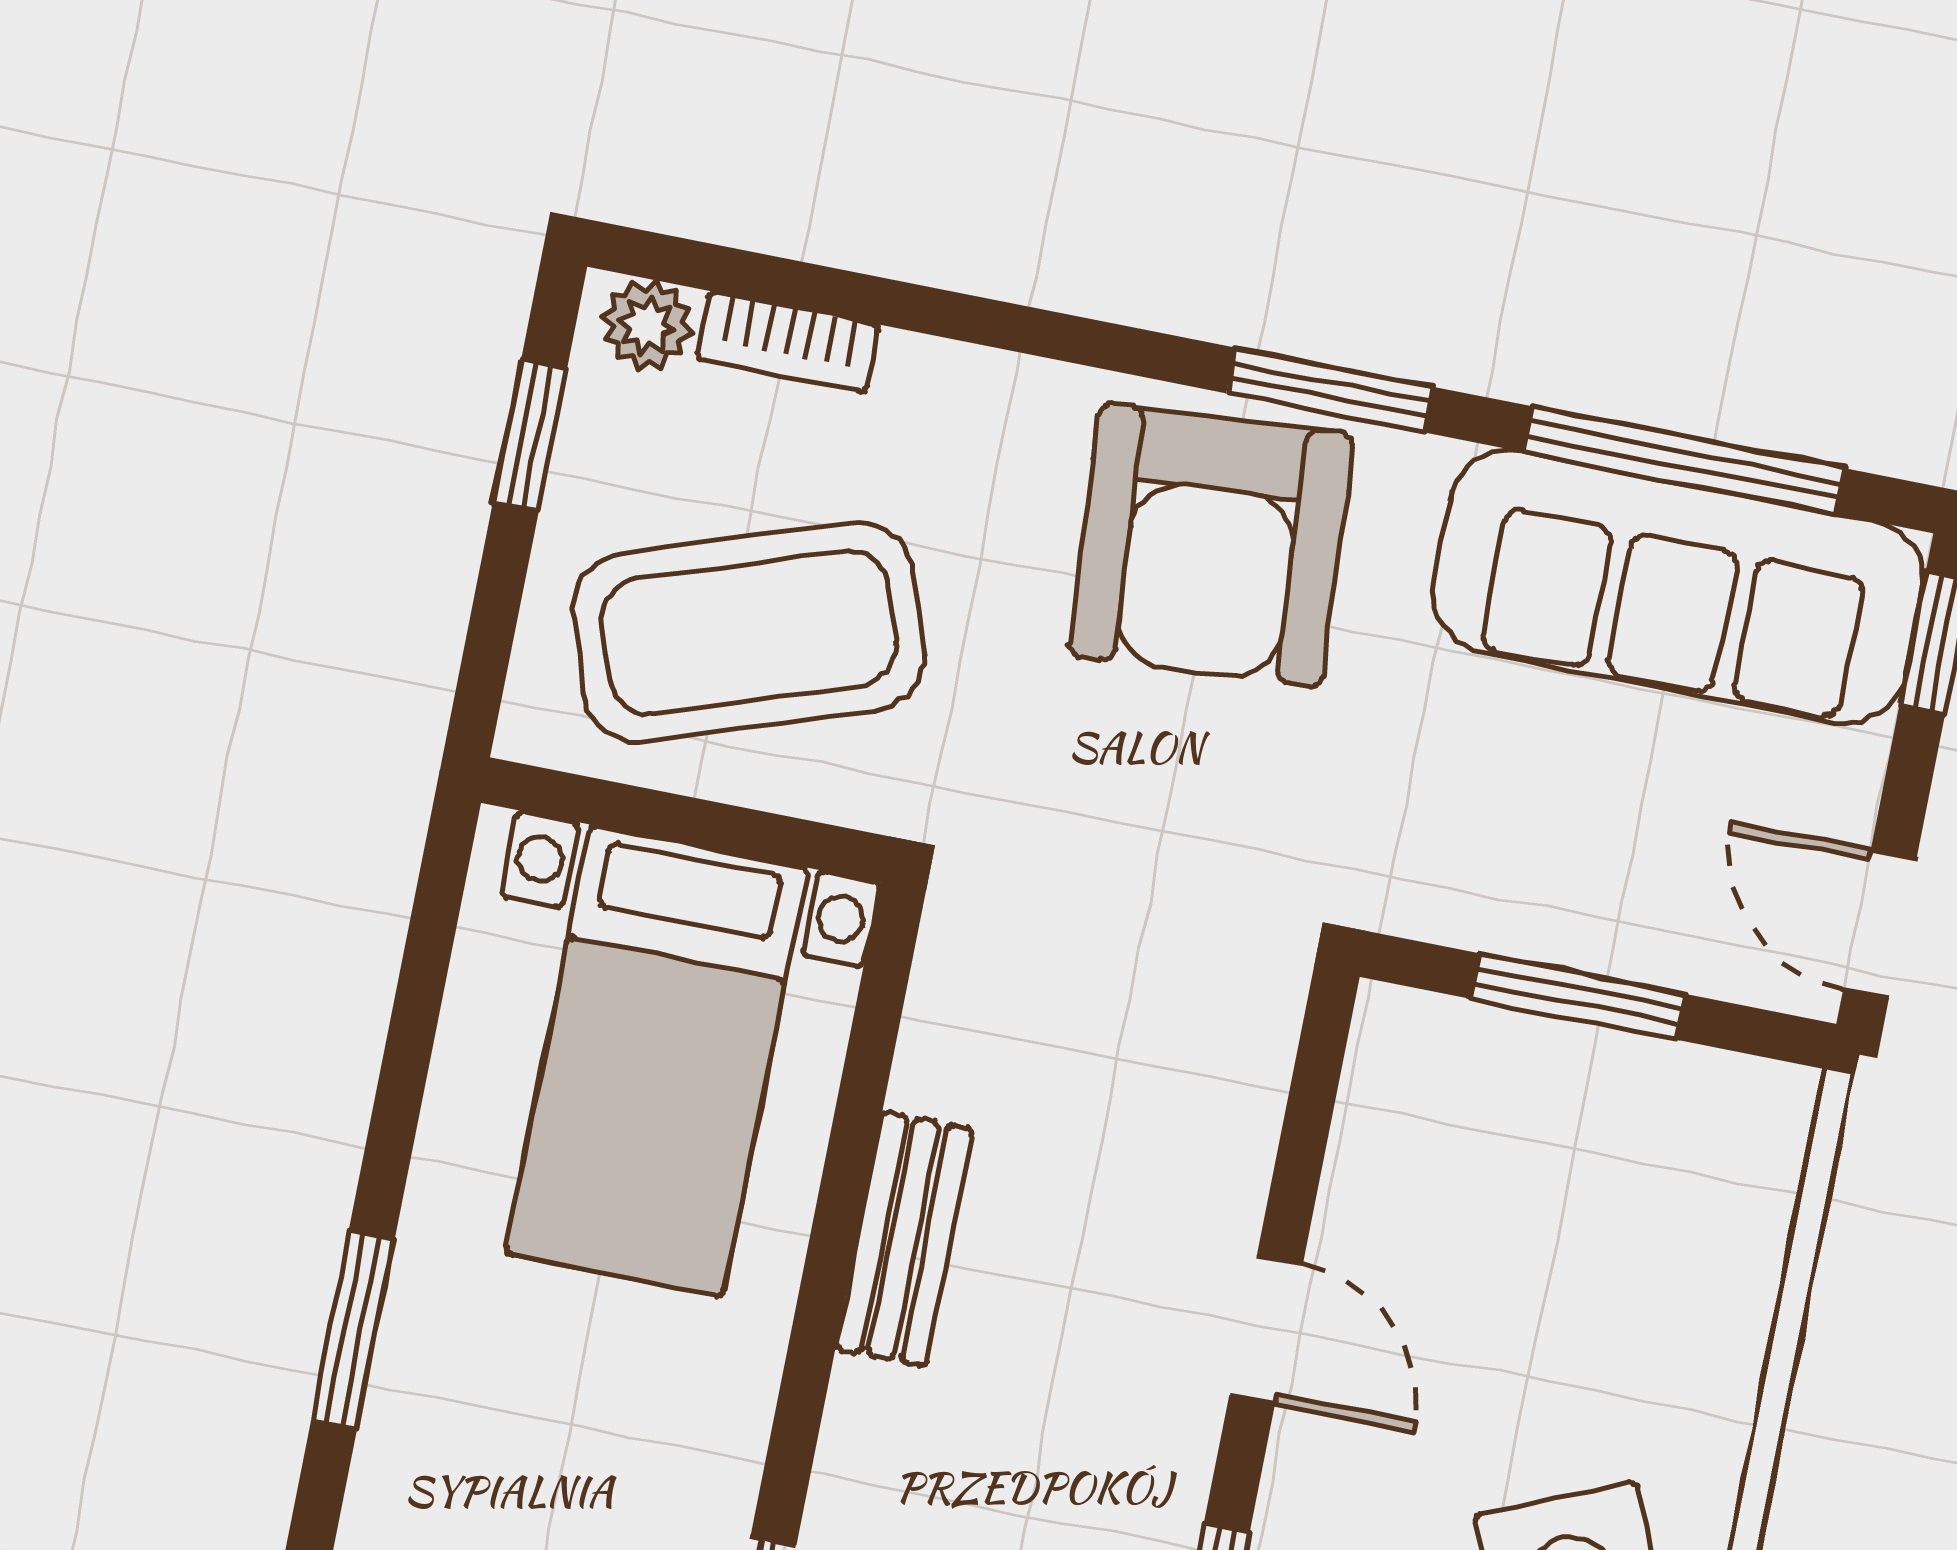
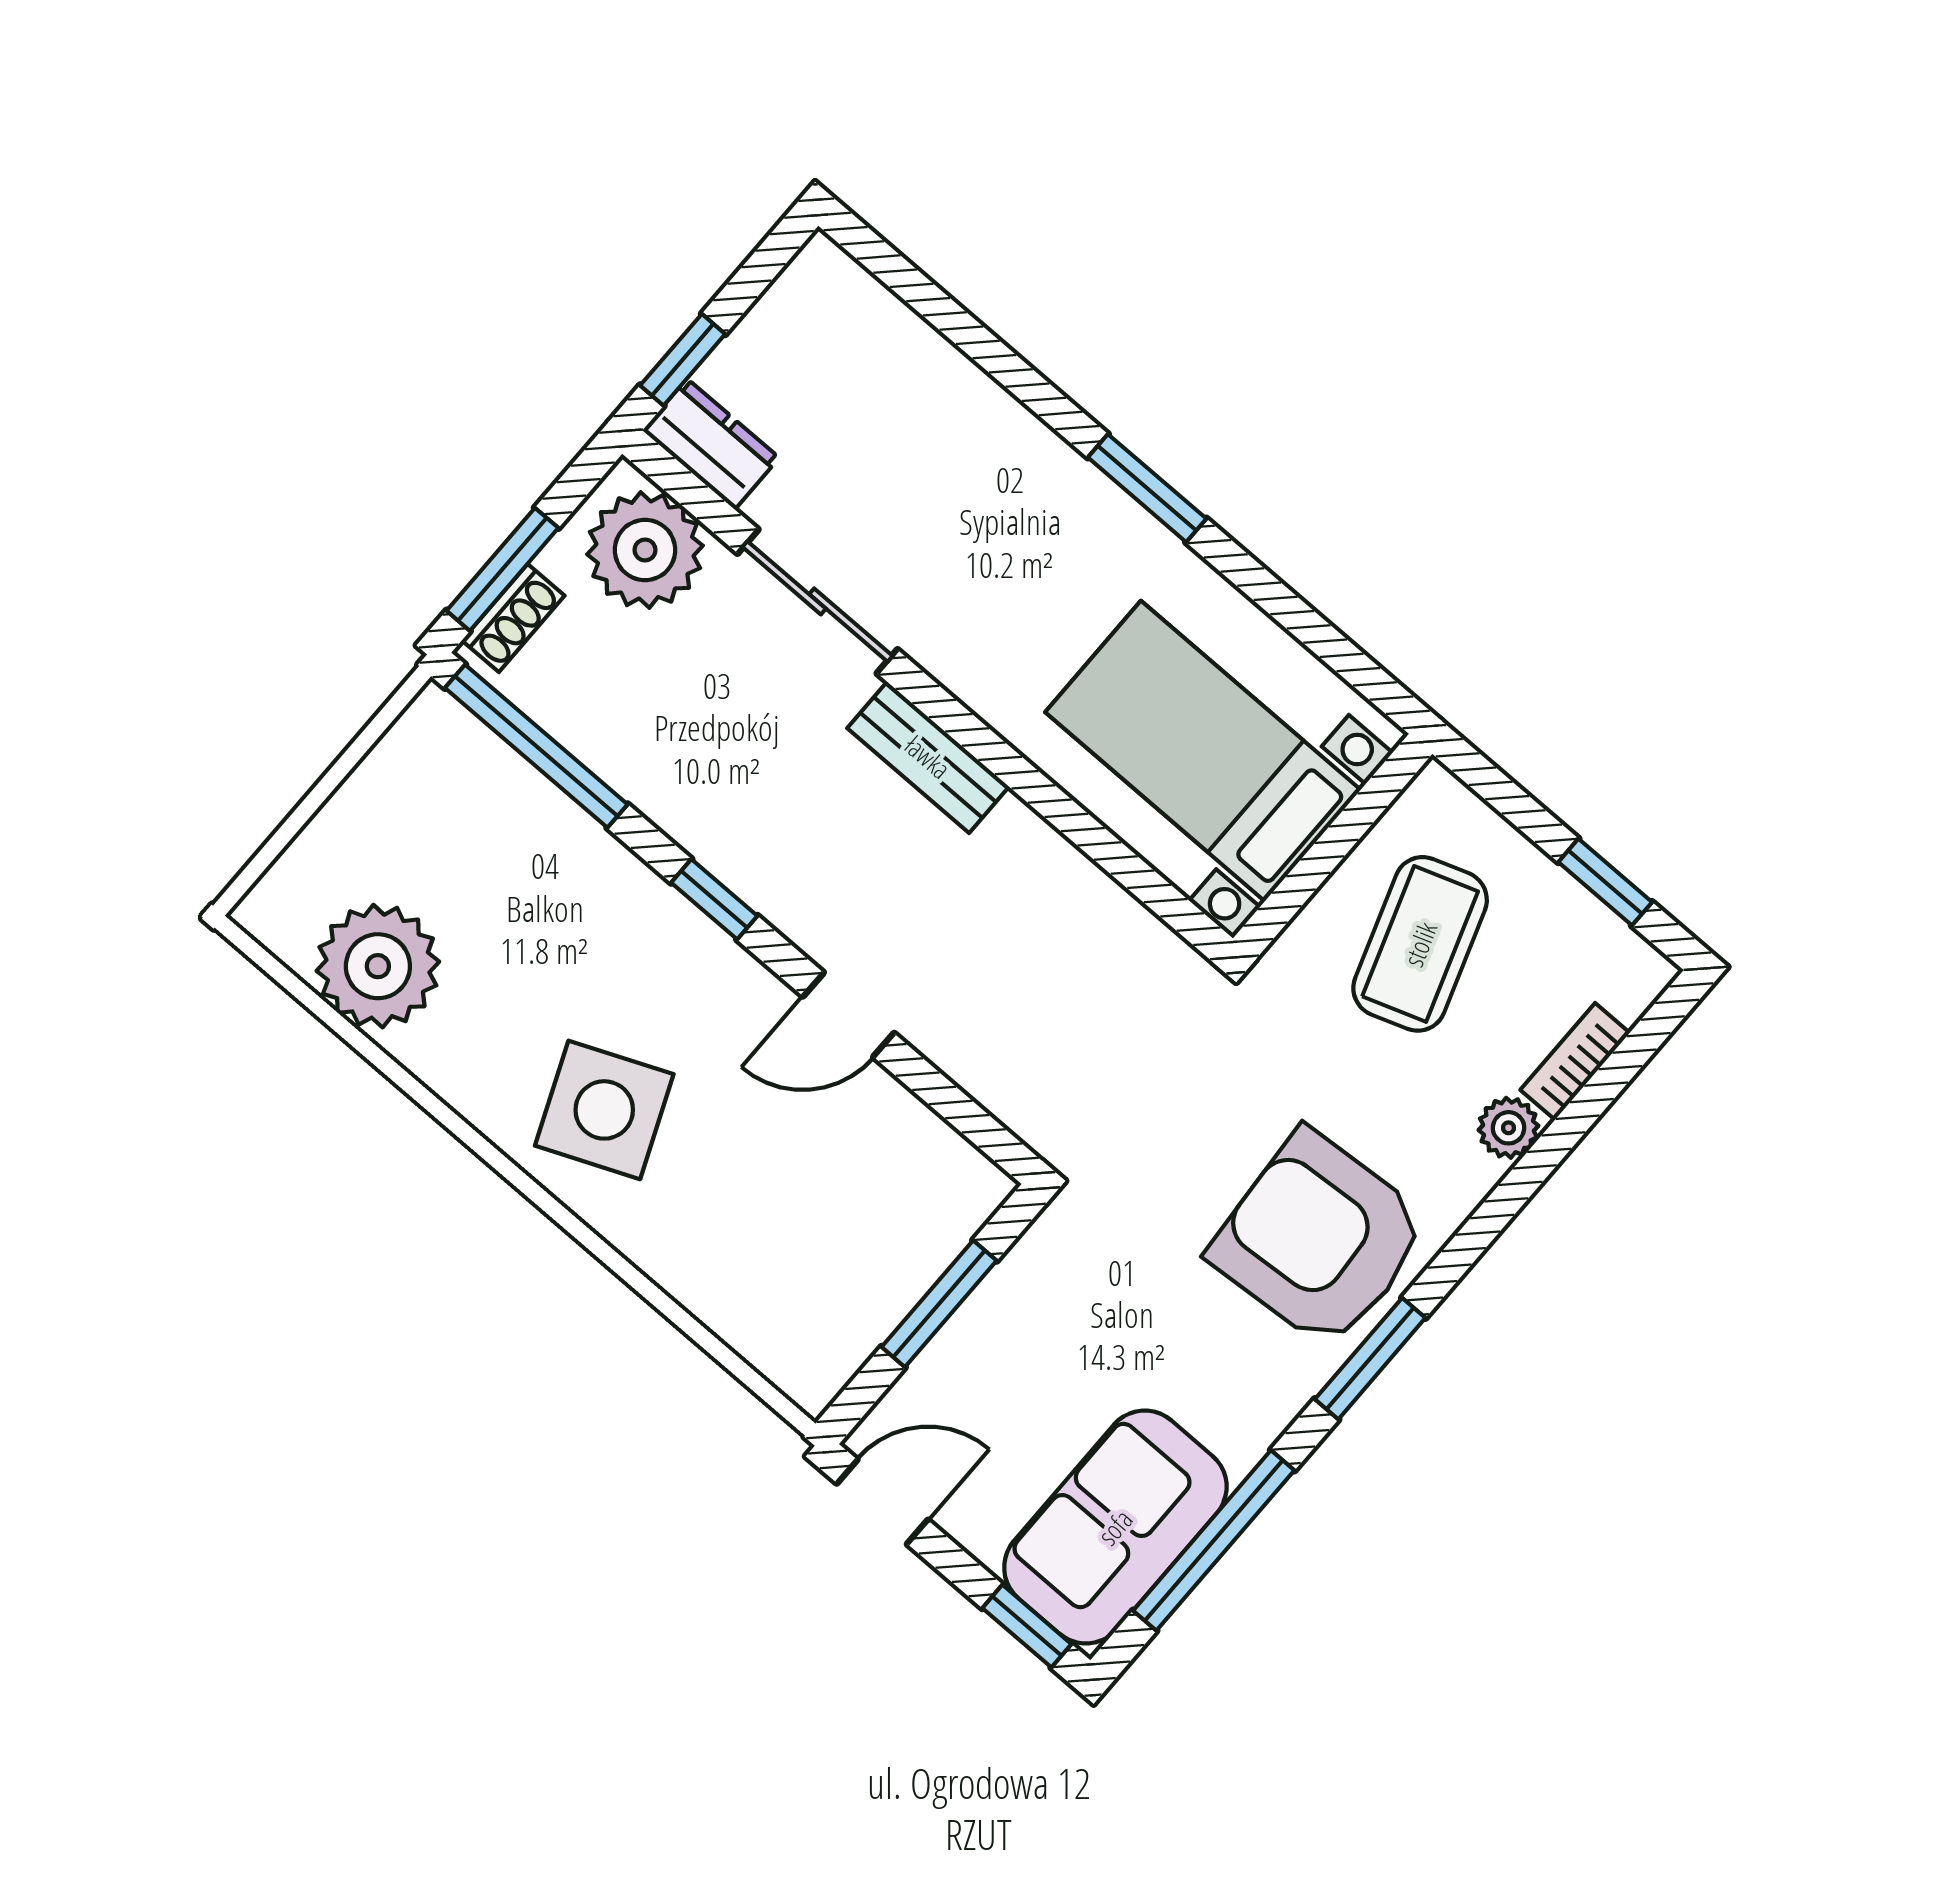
plant: (647, 325) -> (1508, 1128), moved
sofa: (1678, 587) -> (1115, 1527), width x0.73
coffee table: (748, 632) -> (1420, 944), width x0.73, depth x0.76
bench: (904, 1239) -> (928, 757), moved

